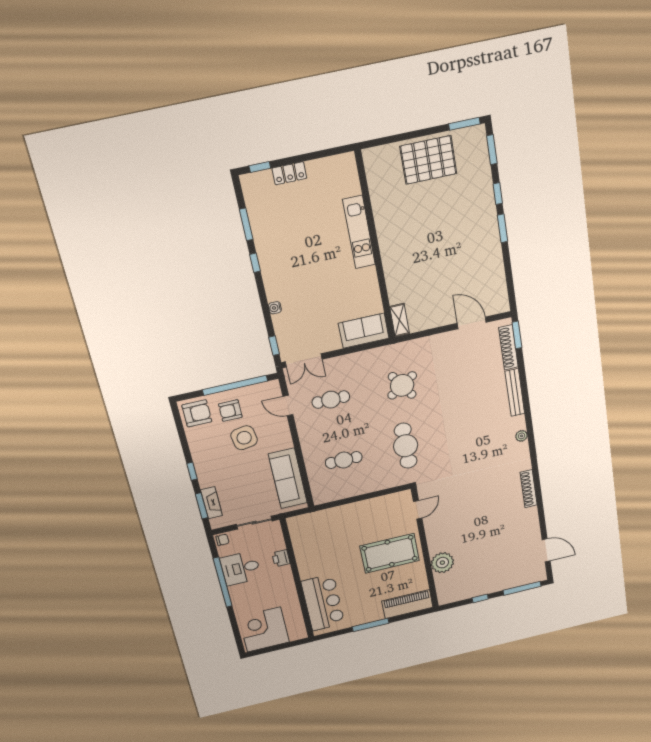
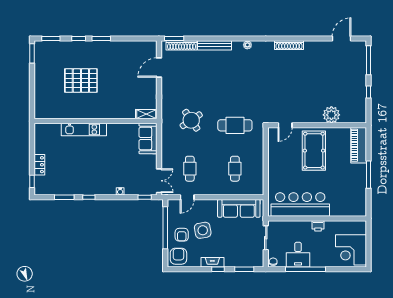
pallet: (428, 160) -> (81, 81), moved, turned 90
fireplace: (212, 503) -> (212, 262), moved
door: (418, 510) -> (285, 125), swing flipped
printer: (281, 558) -> (318, 226), moved
bar counter: (323, 603) -> (300, 204), moved, width x1.36

